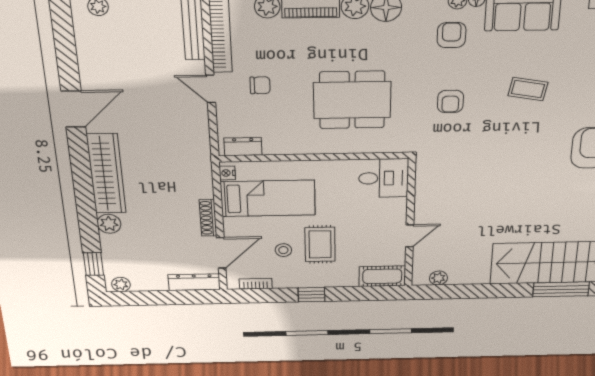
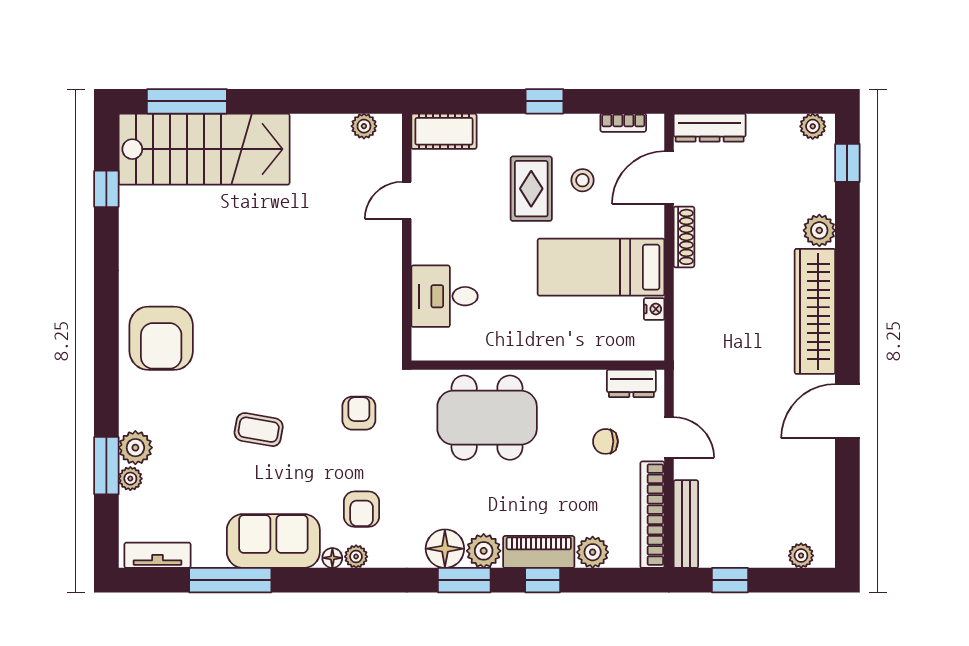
dresser: (243, 147) -> (631, 383), moved
wall: (314, 157) -> (538, 365), moved

